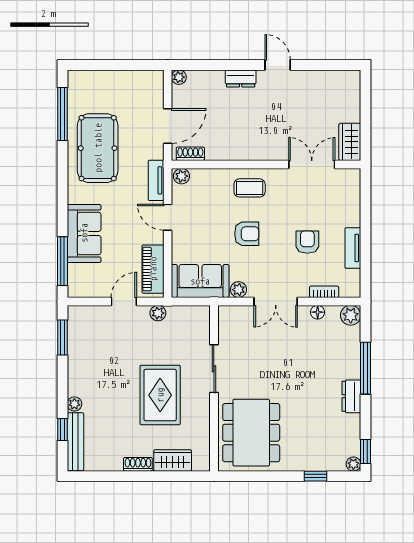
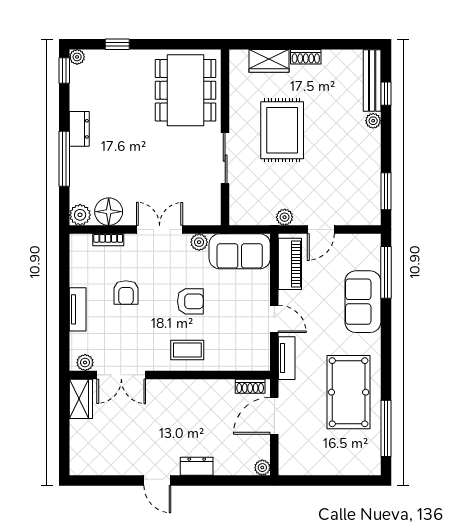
plant: (181, 176) -> (85, 363), moved
armchair: (247, 234) -> (190, 301), turned 180
tv unit: (353, 248) -> (78, 309), moved
floor lamp: (318, 312) -> (109, 212), width x1.89, depth x1.89

